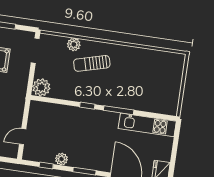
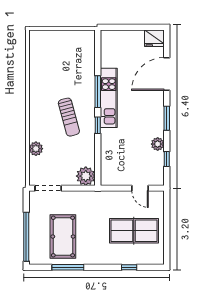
sun lounger: (92, 63) -> (69, 117), moved
kitchen unit: (147, 125) -> (109, 98), moved

